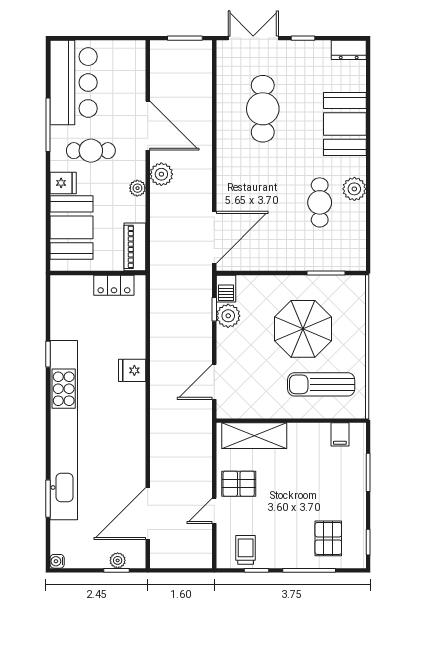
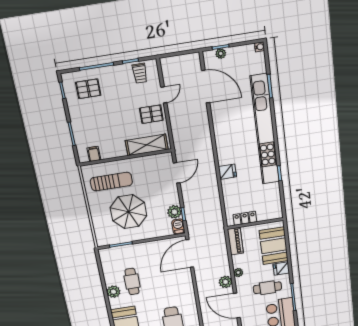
door: (148, 514) -> (206, 87), hinge flipped
pallet: (328, 538) -> (88, 89), turned 90

